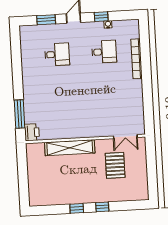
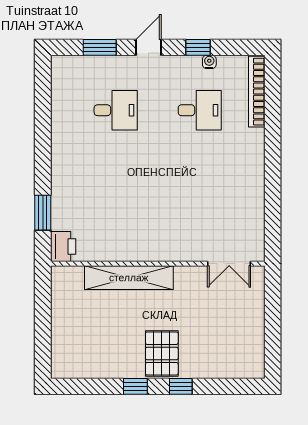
bookcase: (137, 59) -> (257, 92), moved
window: (19, 114) -> (43, 213), width x0.69
pallet: (115, 165) -> (162, 353), moved

